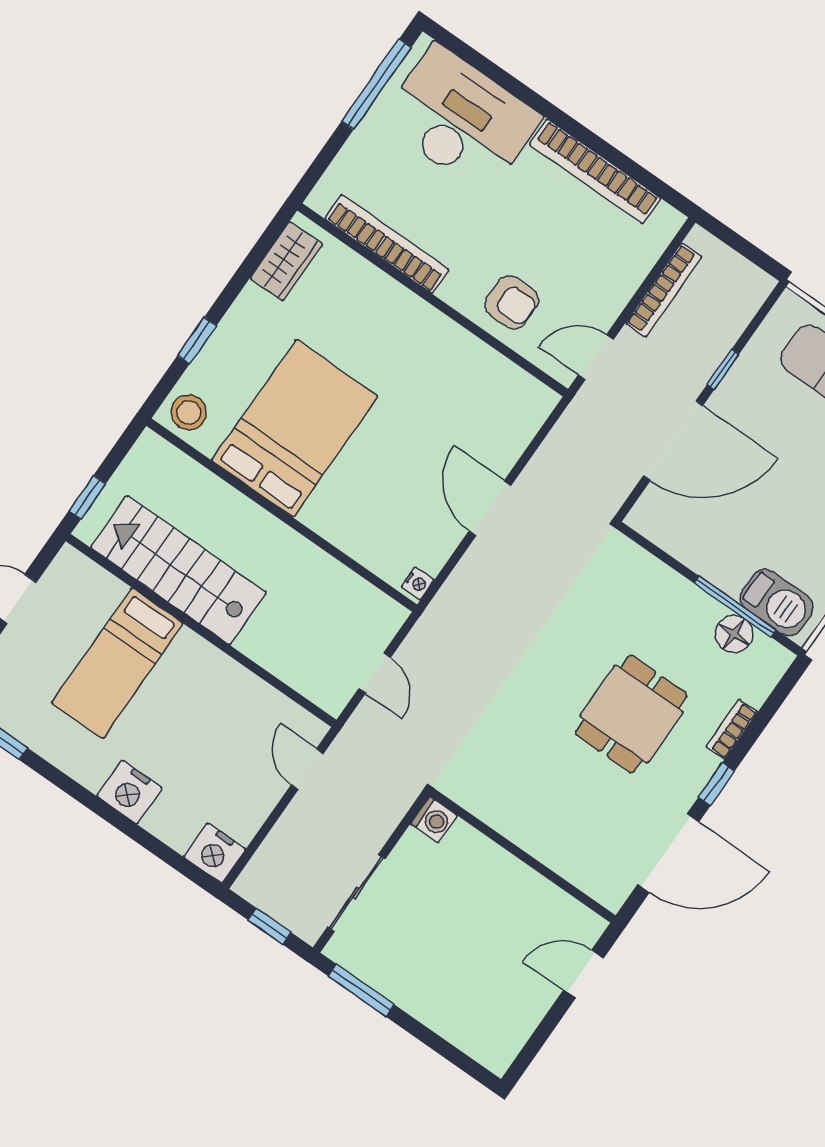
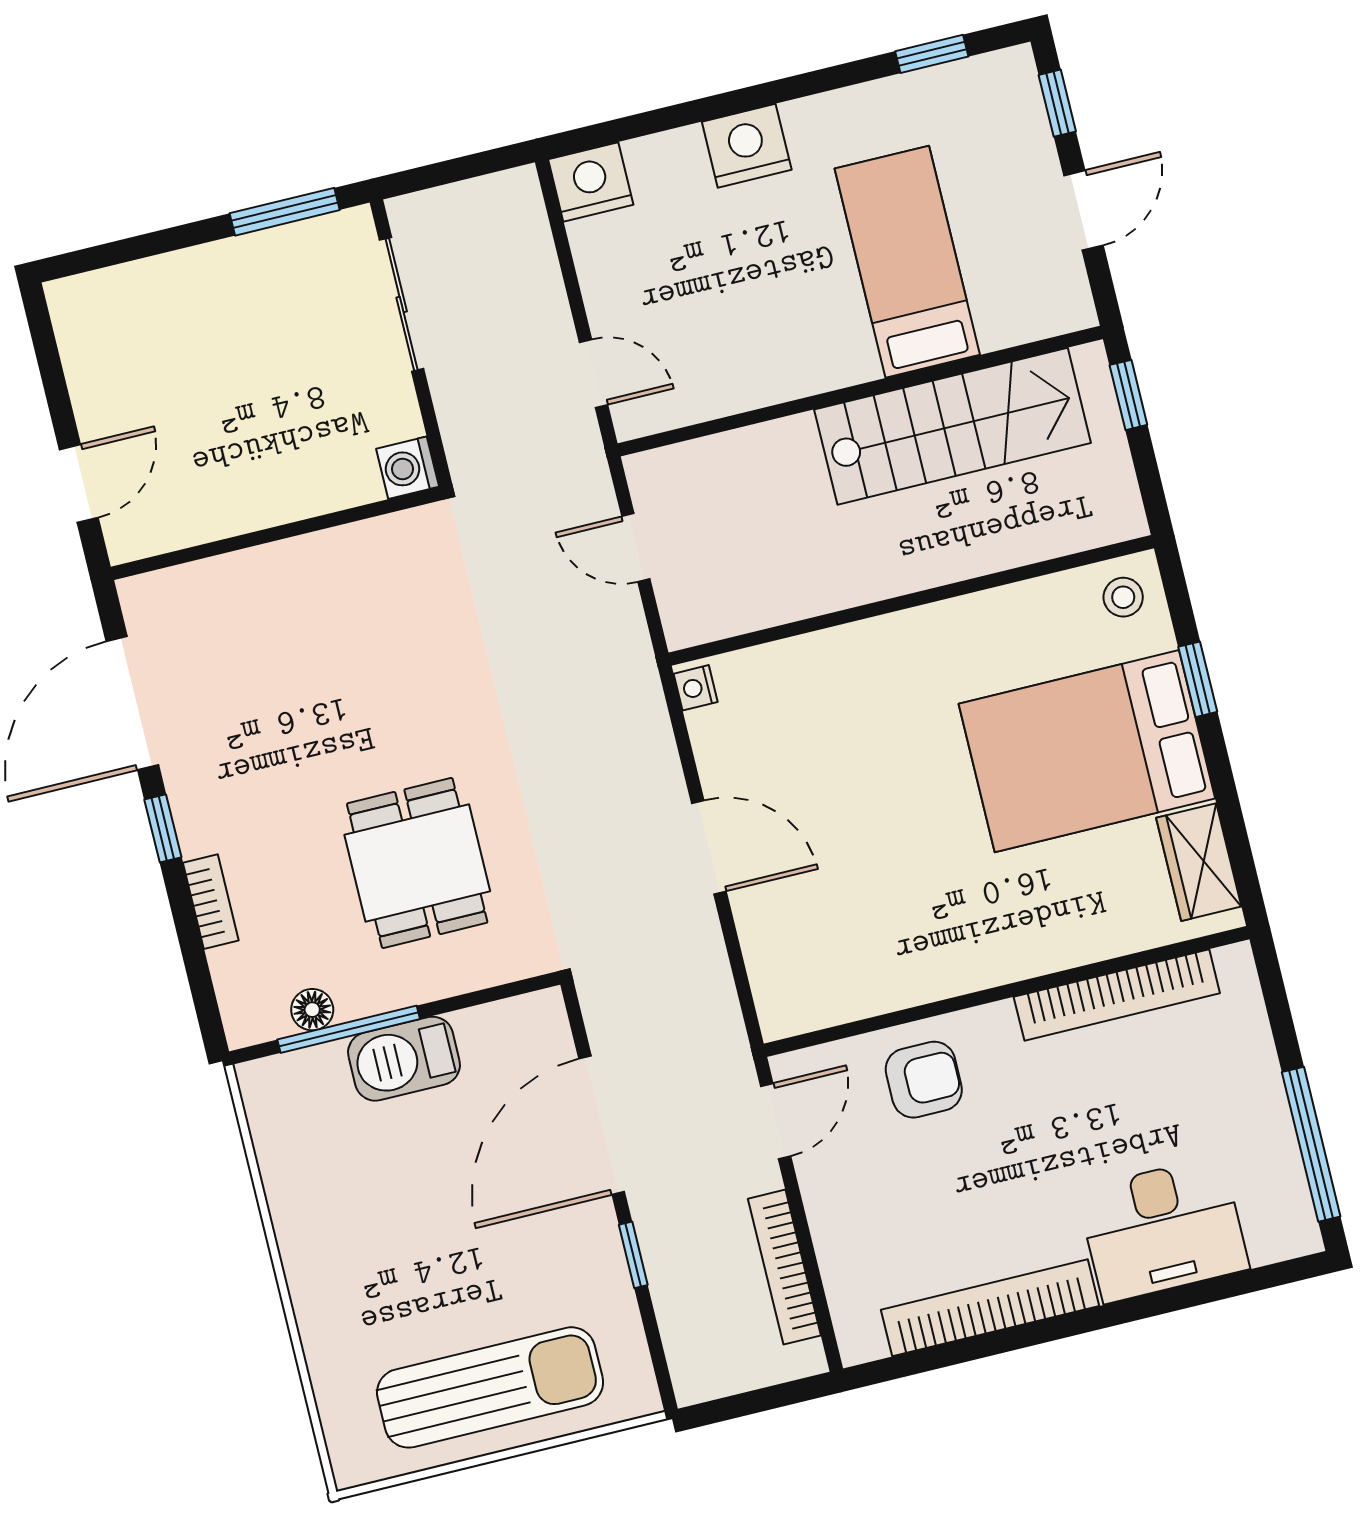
desk: (461, 120) -> (1163, 1229), width x0.73, depth x0.77
armchair: (512, 302) -> (924, 1080), turned 180
stool: (189, 412) -> (1123, 597), width x0.73, depth x0.73
bed: (295, 428) -> (1087, 751), moved, turned 90
barbecue: (777, 603) -> (404, 1059), moved
floor lamp: (734, 634) -> (312, 1010), width x0.73, depth x0.73
dining table: (631, 714) -> (417, 863), moved
window: (270, 926) -> (451, 171), removed

